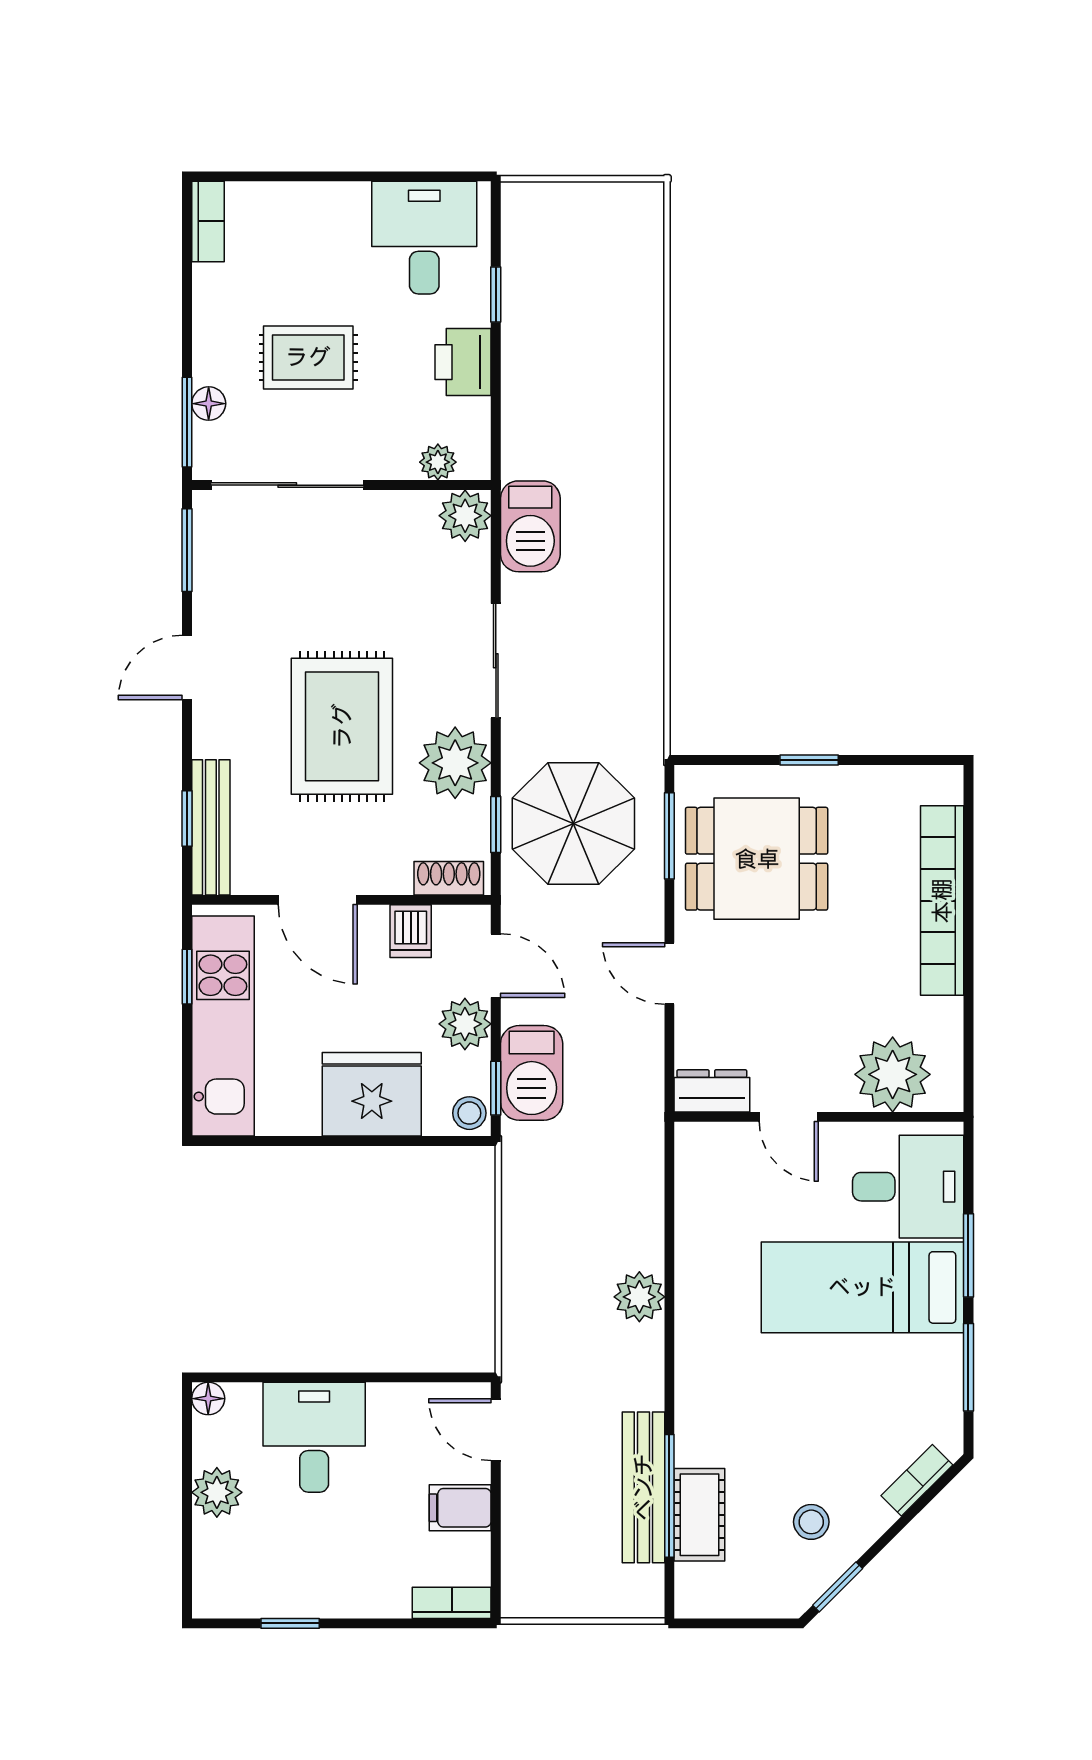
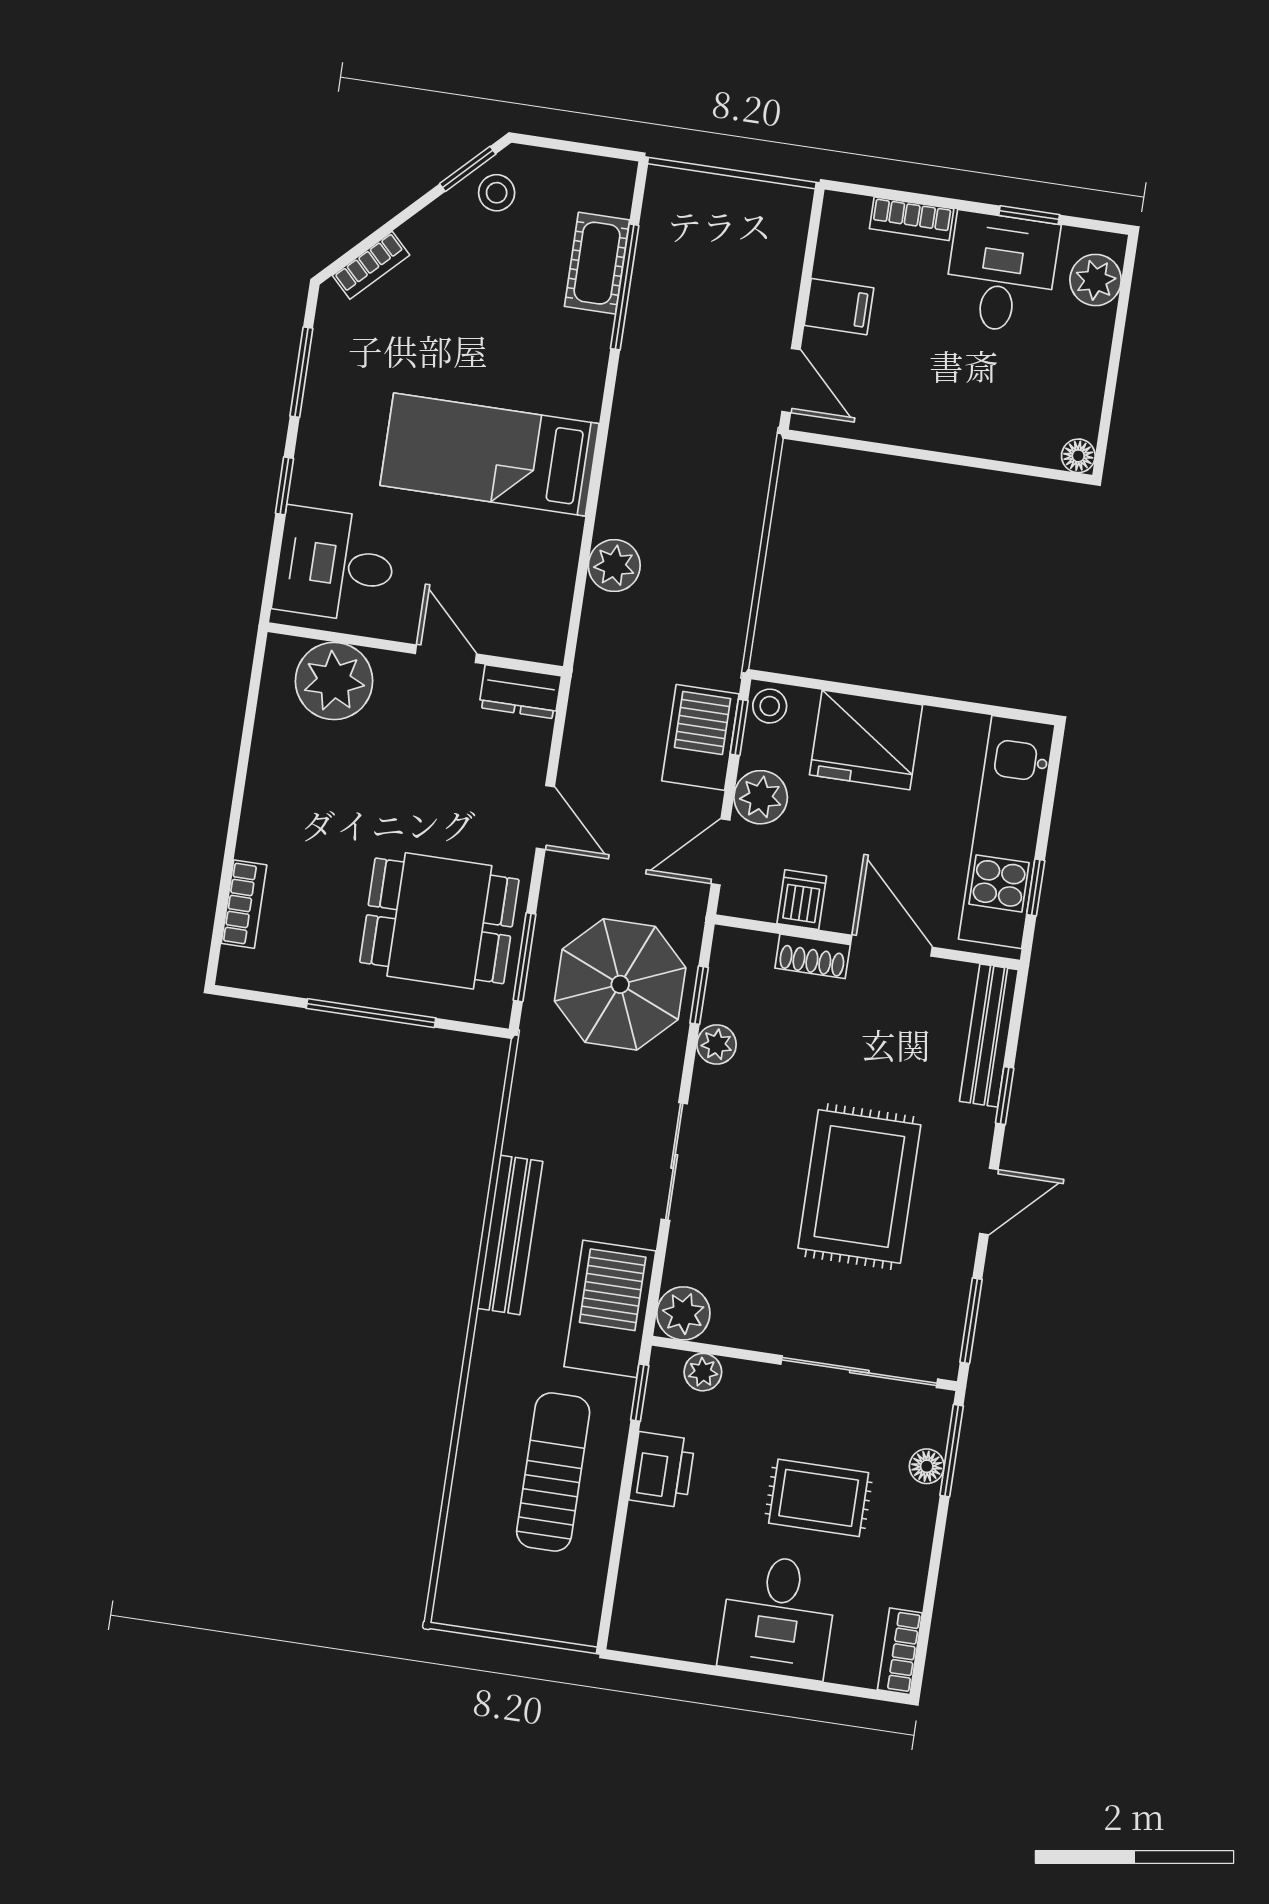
desk: (424, 238) -> (778, 1616), moved
window: (496, 295) -> (640, 1393), moved
sun lounger: (568, 344) -> (553, 1472), added
barbecue: (530, 526) -> (610, 1309), width x1.37, depth x1.21
rug: (342, 726) -> (859, 1187), moved
window: (809, 760) -> (371, 1013), width x2.17
plant: (455, 763) -> (717, 1044), width x0.53, depth x0.53
window: (187, 818) -> (1005, 1096), moved
shoe rack: (449, 878) -> (813, 956), moved
bookcase: (942, 901) -> (244, 904), width x0.43, depth x0.76
door: (496, 966) -> (721, 852), hinge flipped
window: (968, 1255) -> (284, 486), width x0.67
bed: (862, 1287) -> (490, 454), moved, turned 180
plant: (639, 1297) -> (614, 566), moved
desk: (314, 1437) -> (1001, 273), moved, turned 180
bench: (643, 1487) -> (510, 1235), moved
plant: (217, 1492) -> (1096, 280), moved
stool: (811, 1522) -> (497, 193), moved
bookcase: (452, 1603) -> (912, 219), moved

